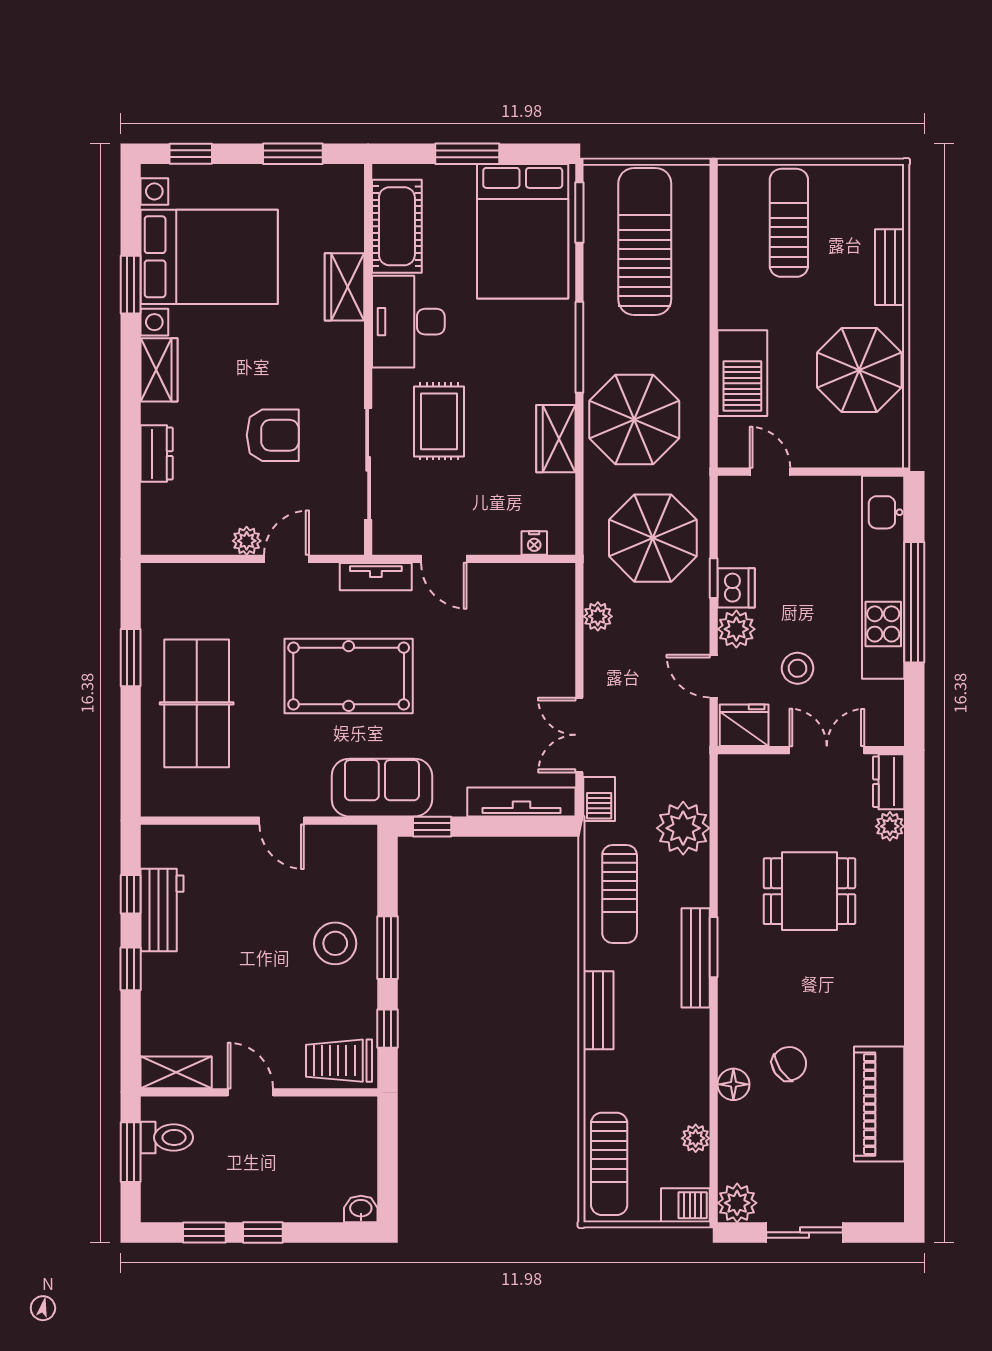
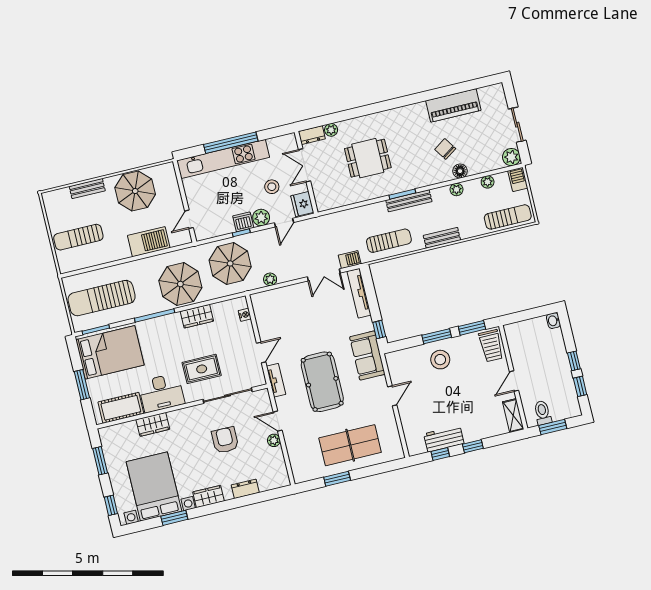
plant: (683, 828) -> (456, 189), moved, width x0.53, depth x0.53
dining table: (809, 891) -> (368, 158), turned 90
window: (388, 1029) -> (472, 328), width x1.50

